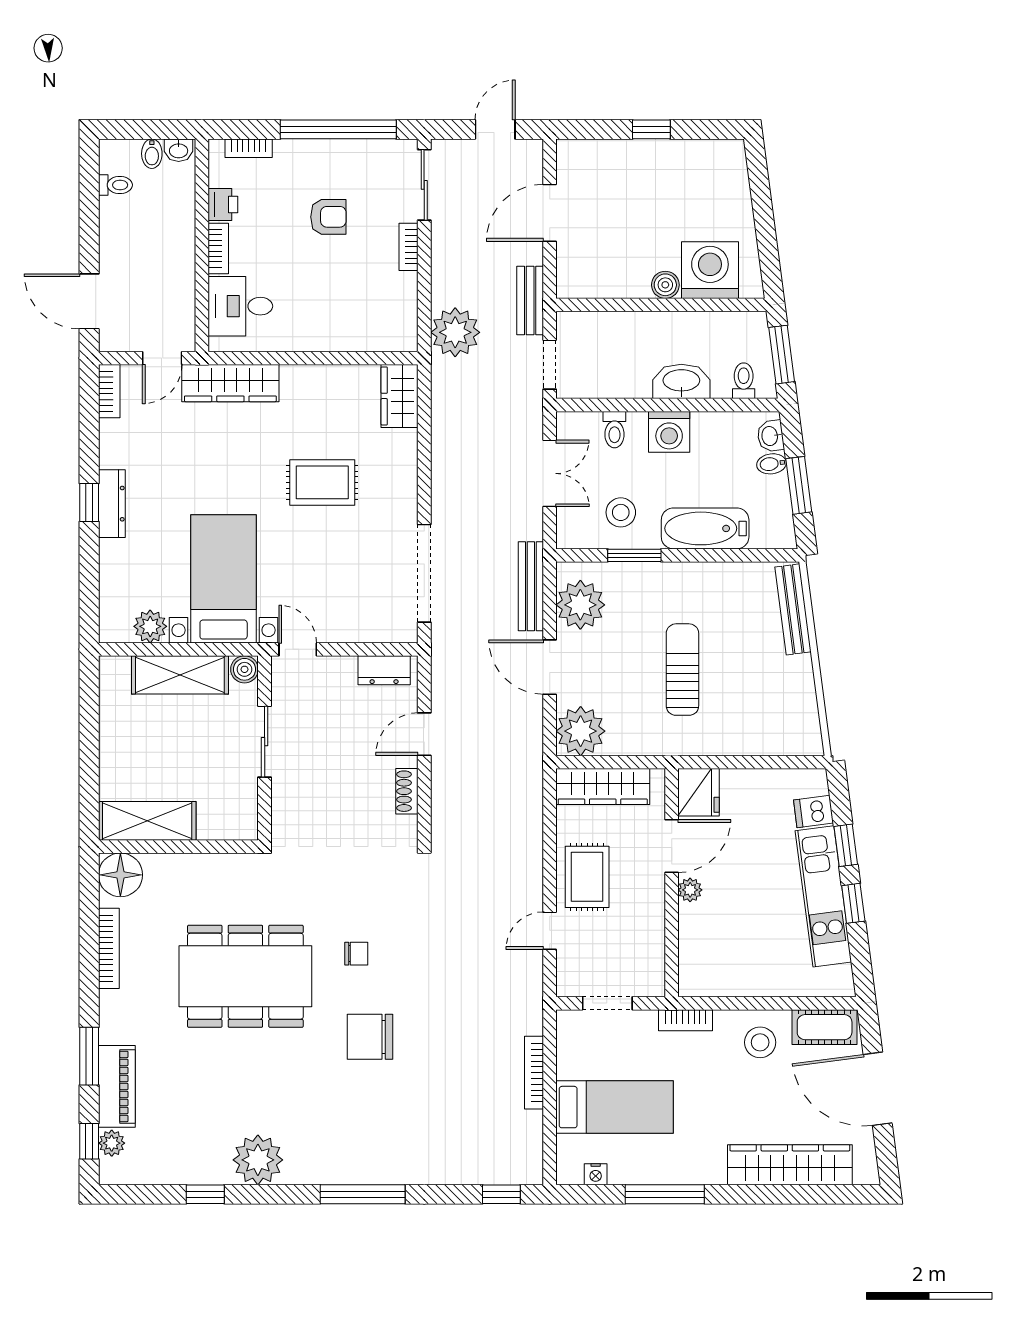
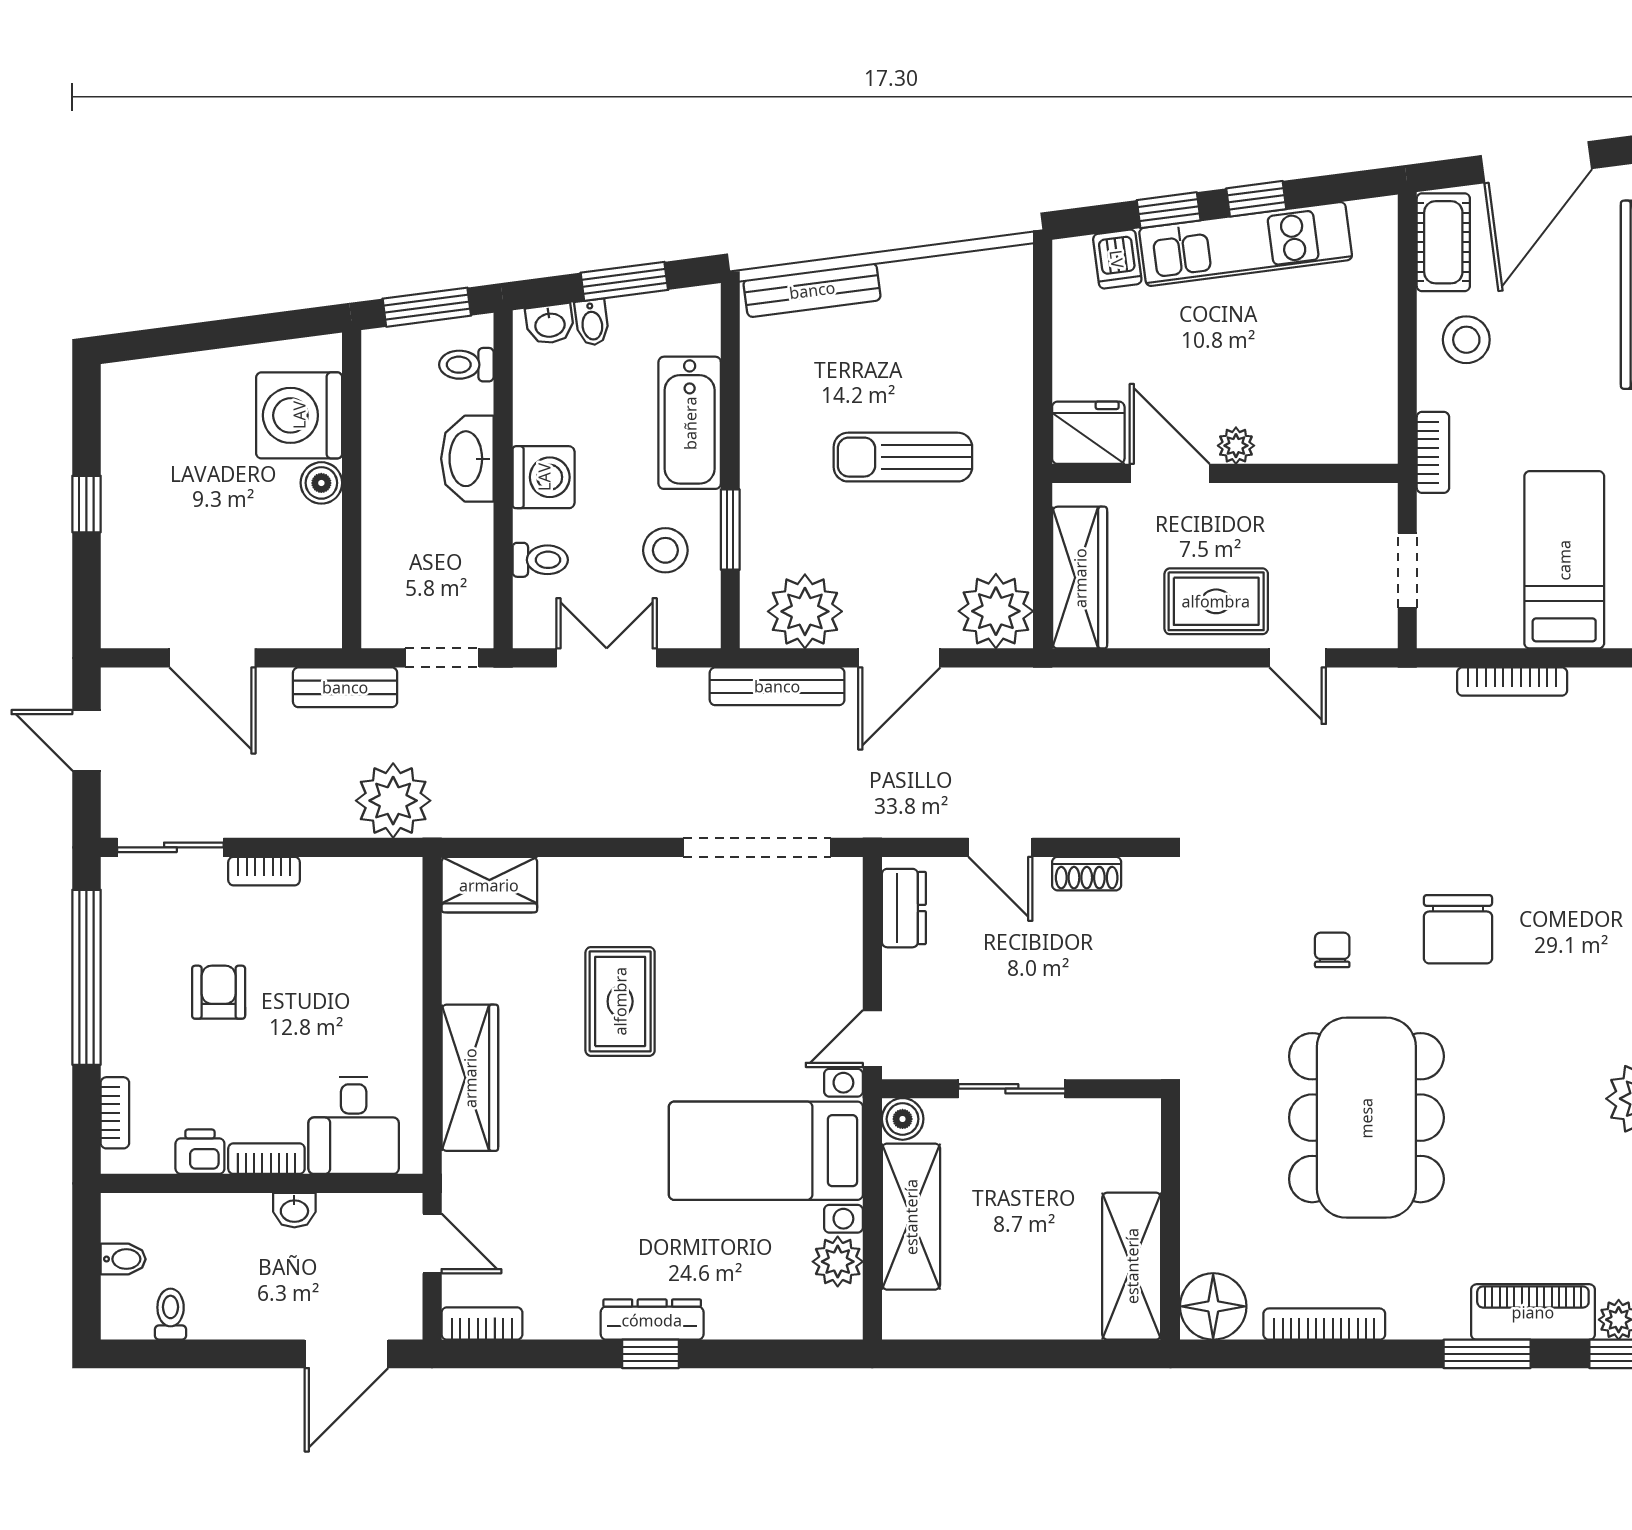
washbasin: (179, 150) -> (294, 1210), moved, turned 90
wardrobe: (230, 383) -> (470, 1078), moved

